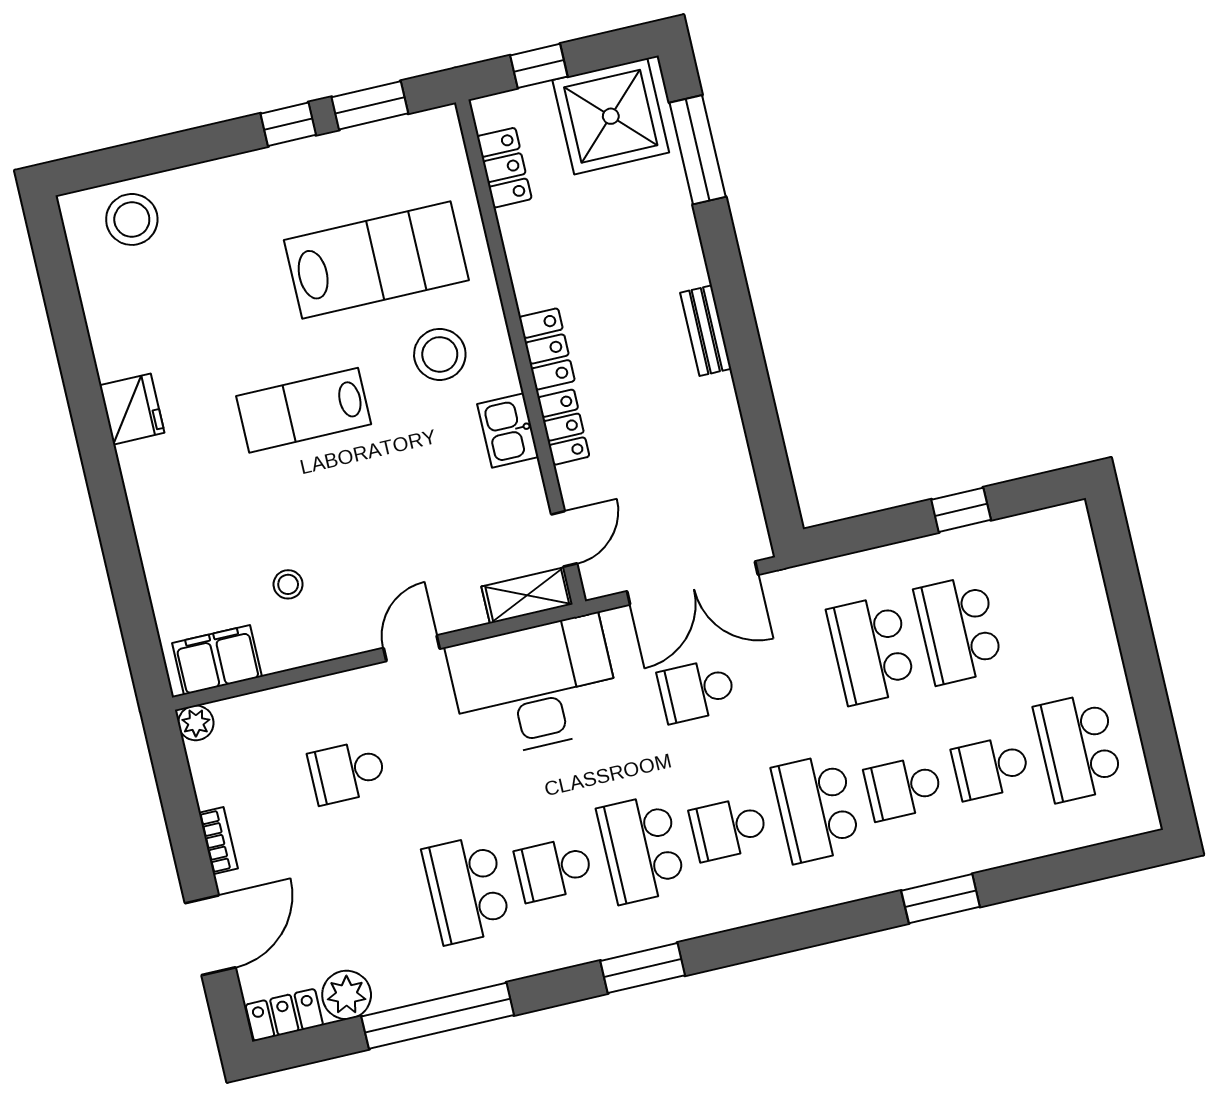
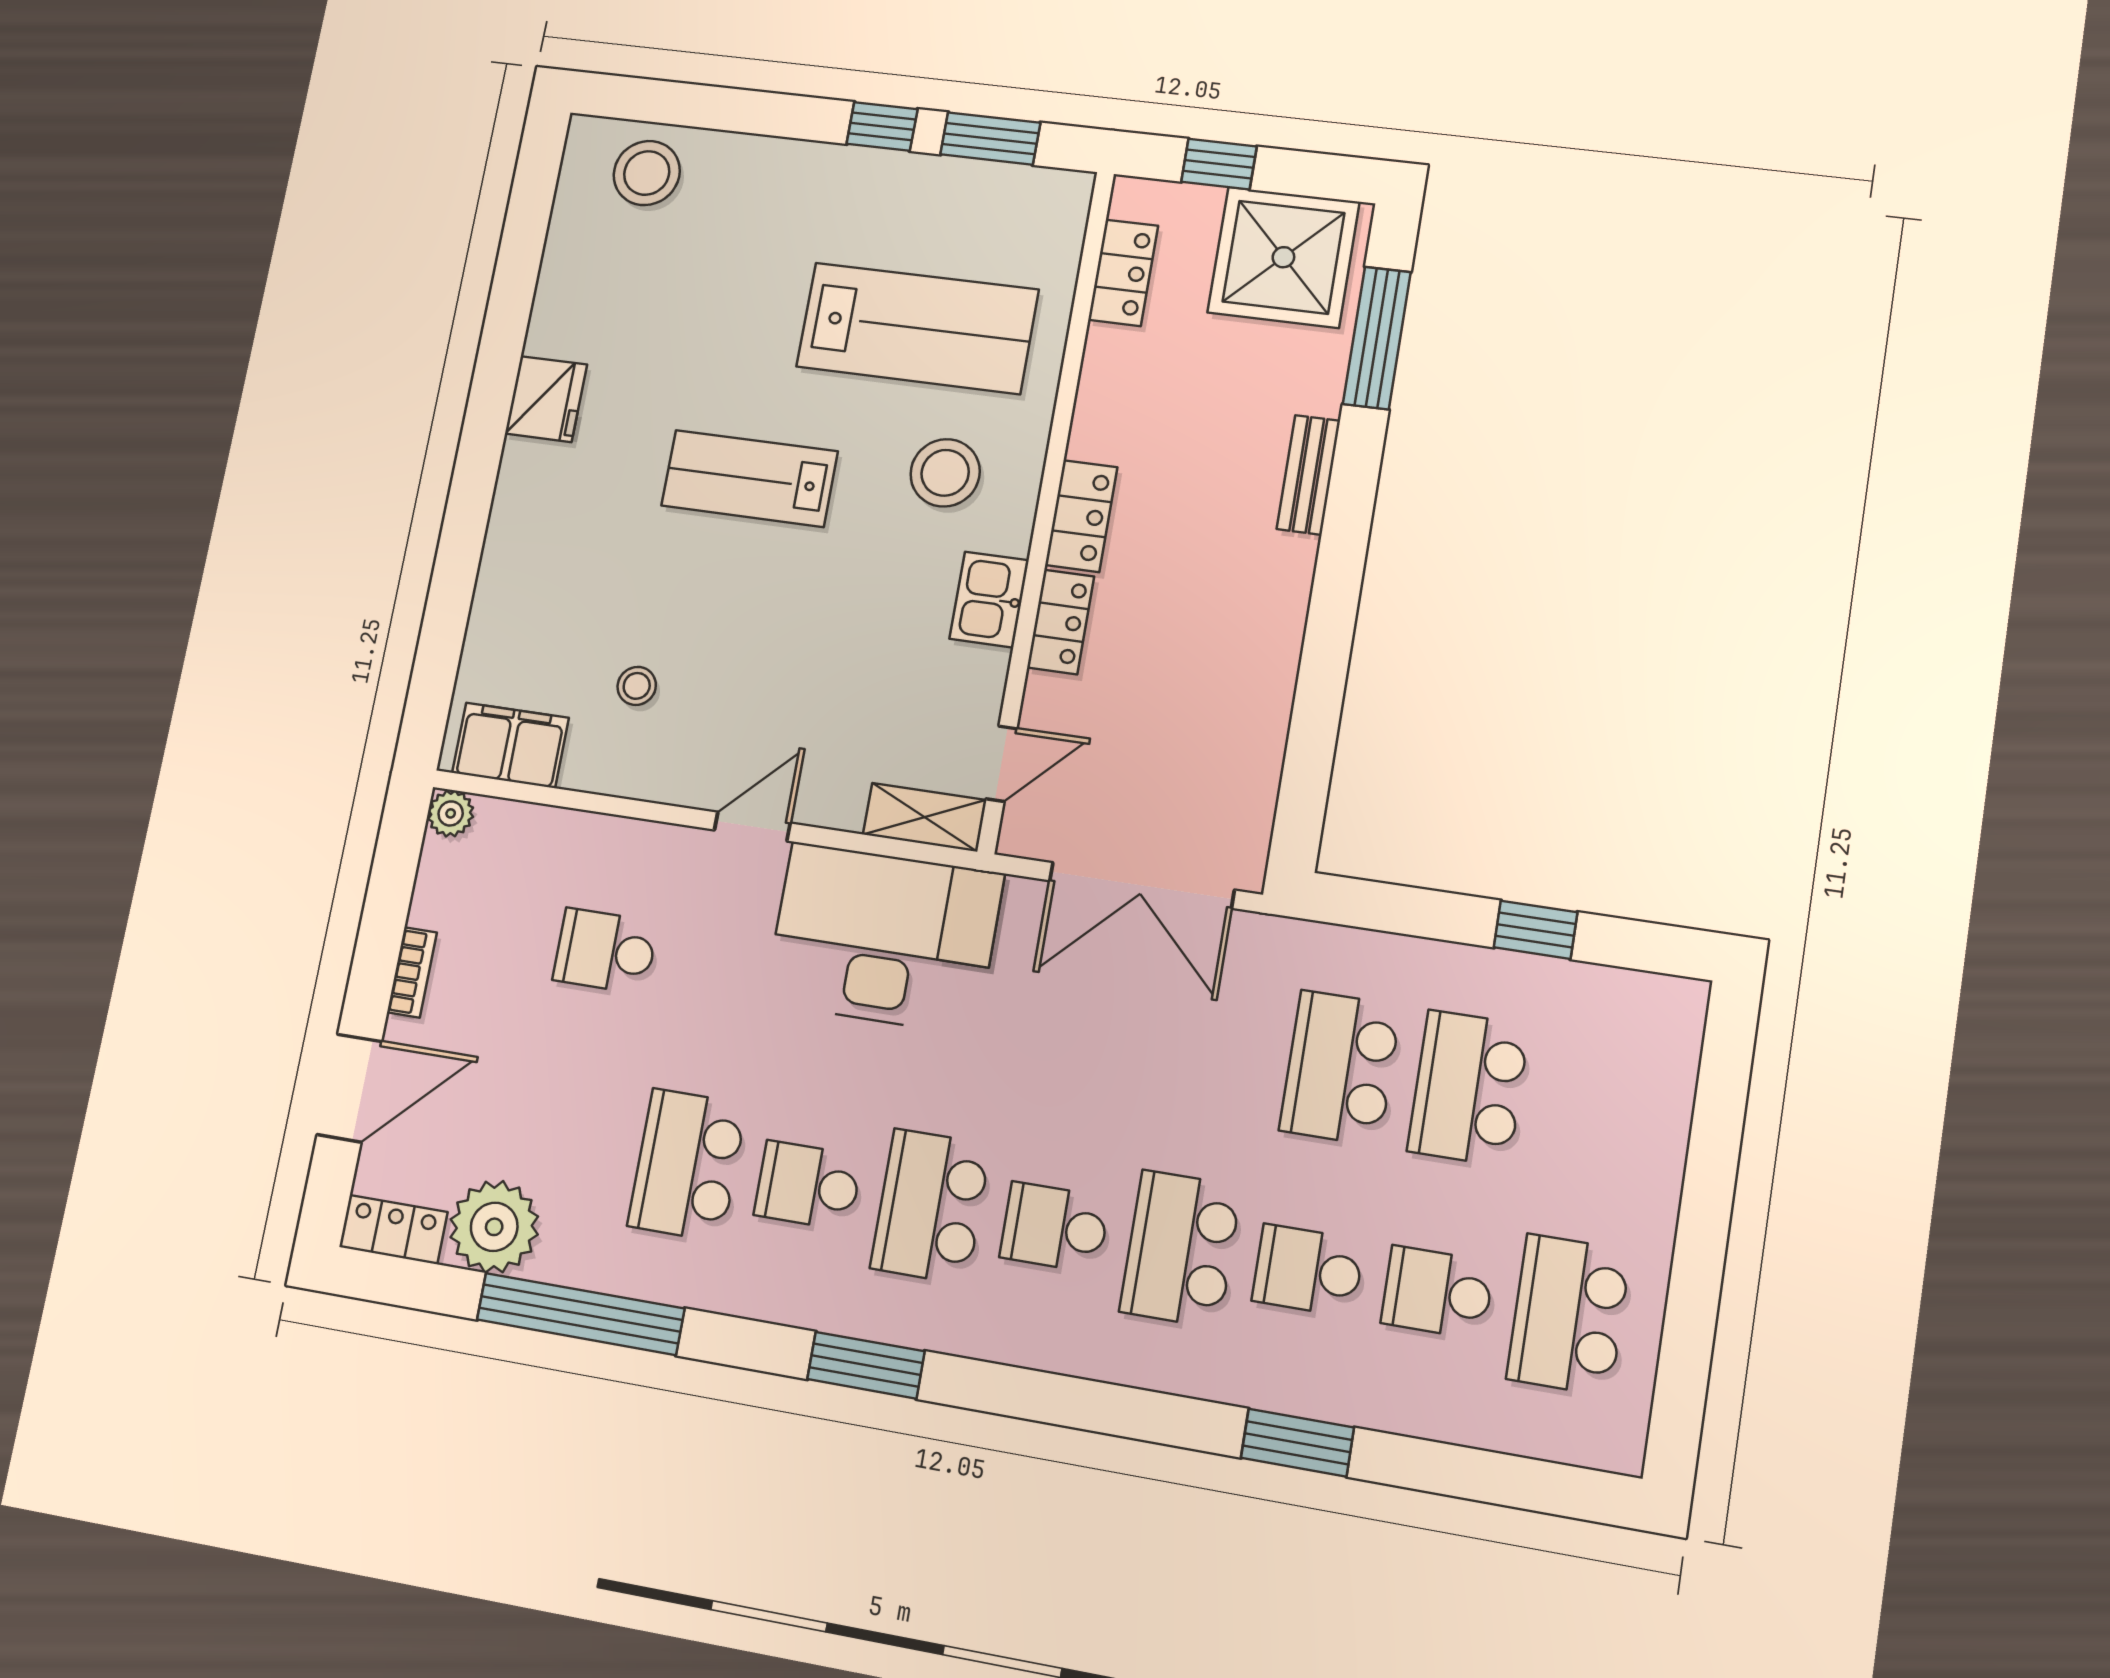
bench: (706, 331) -> (1308, 475), moved
school desk: (697, 691) -> (1089, 1028), removed
plant: (347, 995) -> (494, 1227), width x1.36, depth x1.36

